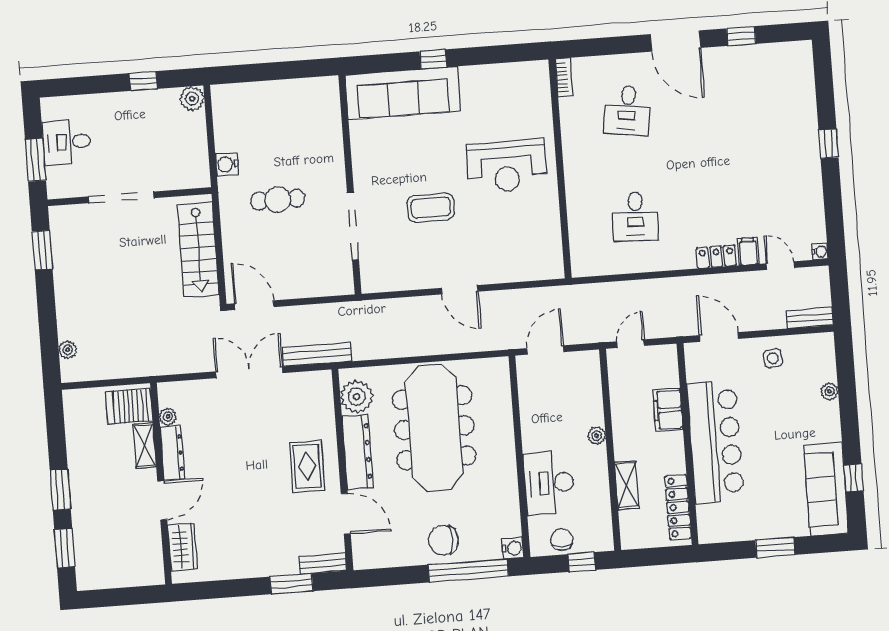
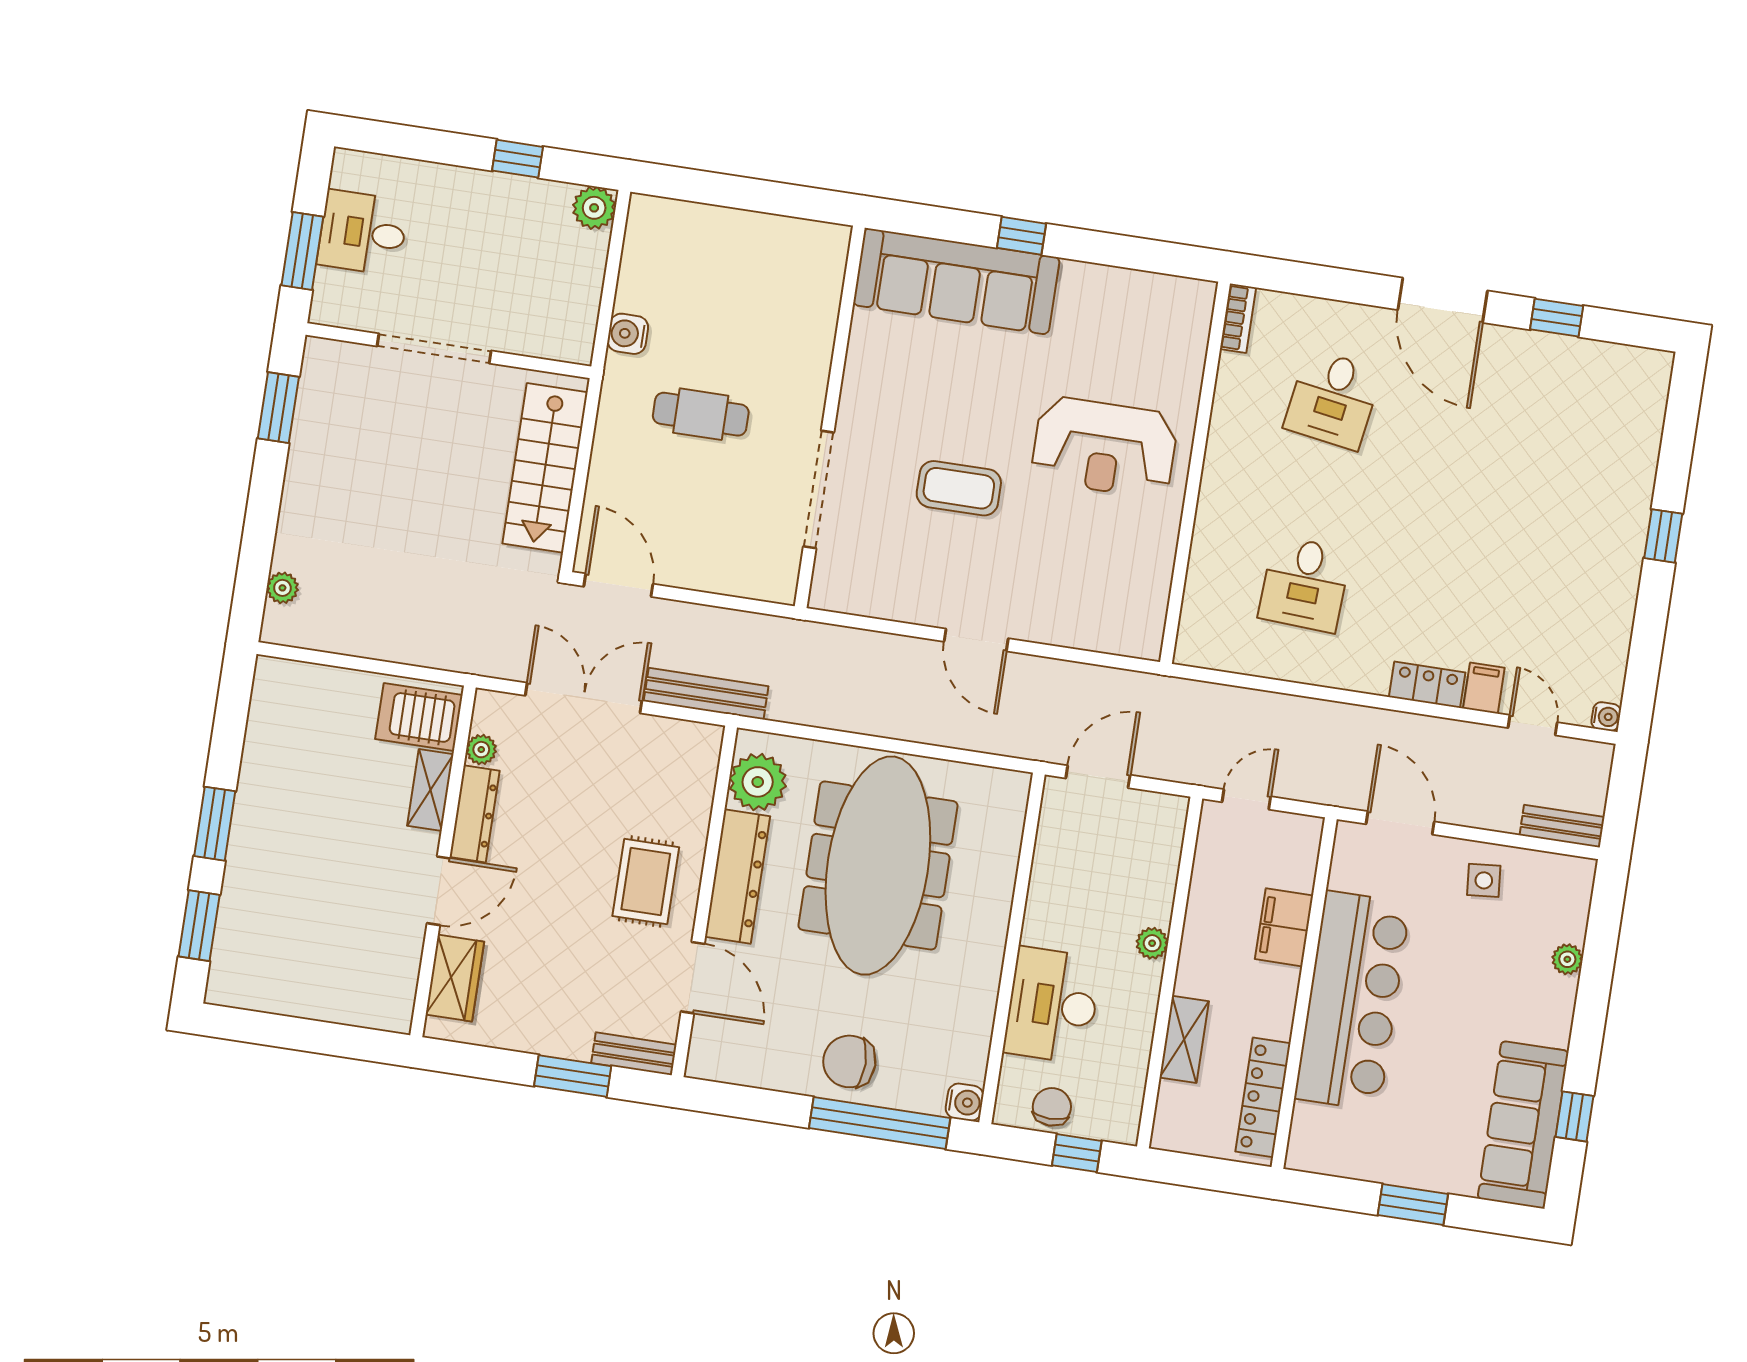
server rack: (129, 406) -> (419, 717), moved
plant: (168, 416) -> (481, 750), moved
shelving: (145, 445) -> (430, 790), moved
dresser: (172, 453) -> (475, 814), moved
wall: (161, 484) -> (443, 861), moved
door: (162, 500) -> (439, 891), moved
wardrobe: (183, 547) -> (455, 978), moved

